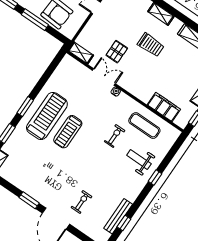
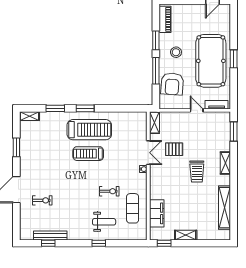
weight bench: (139, 160) -> (104, 222), turned 90
window: (29, 200) -> (16, 147), moved

